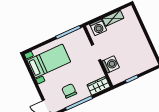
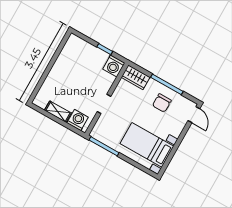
washing machine: (111, 64) -> (114, 66), moved, turned -90

